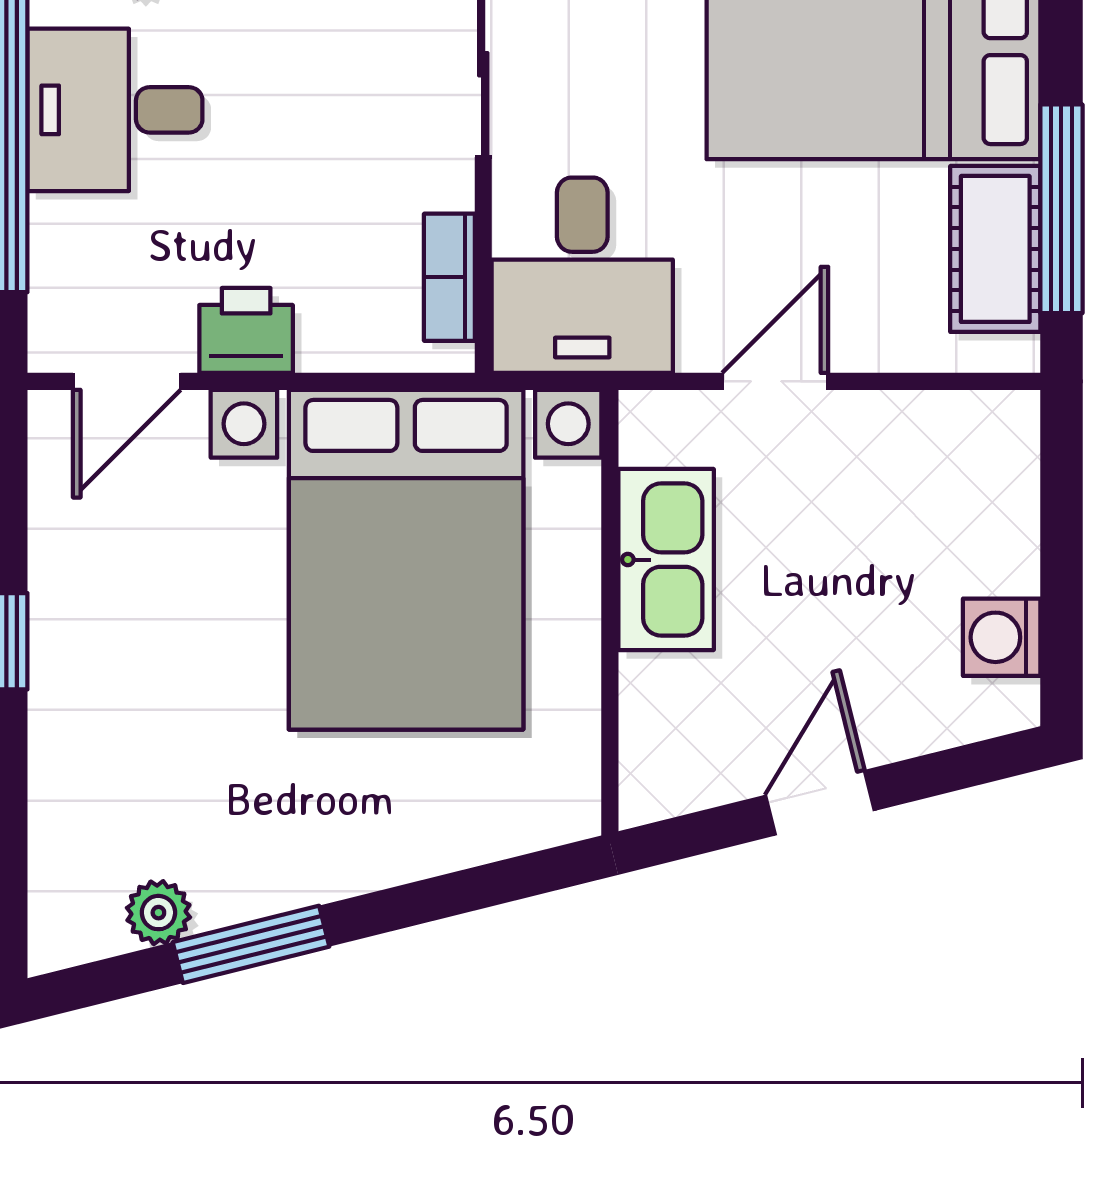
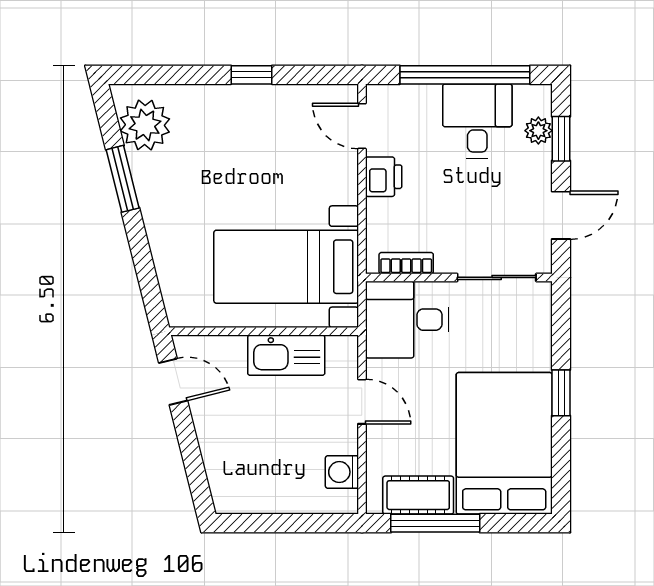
bed with nightstands: (406, 560) -> (286, 267), width x0.73
washing machine: (1002, 637) -> (342, 472), moved, turned -90
door: (820, 803) -> (173, 382), moved
plant: (158, 913) -> (145, 125), width x1.88, depth x1.88

